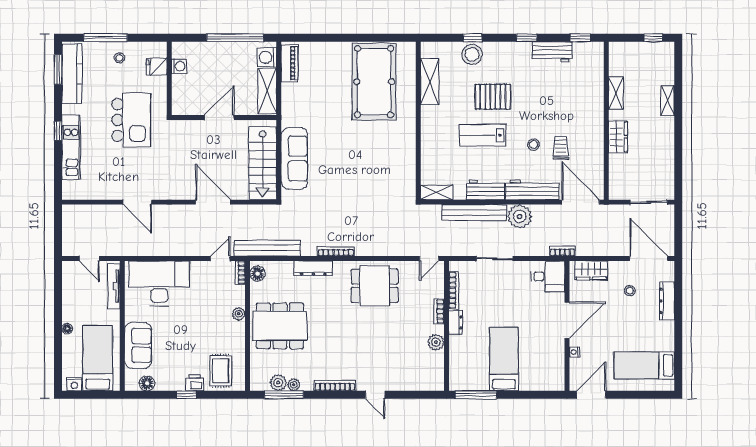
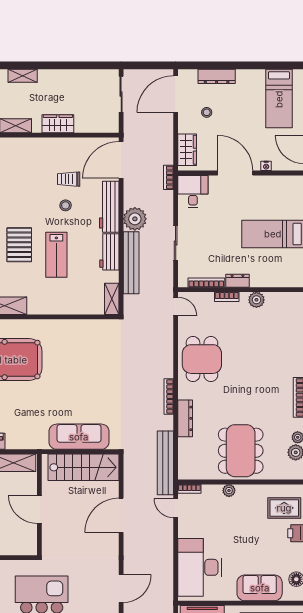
floor lamp: (258, 274) -> (190, 472), removed

